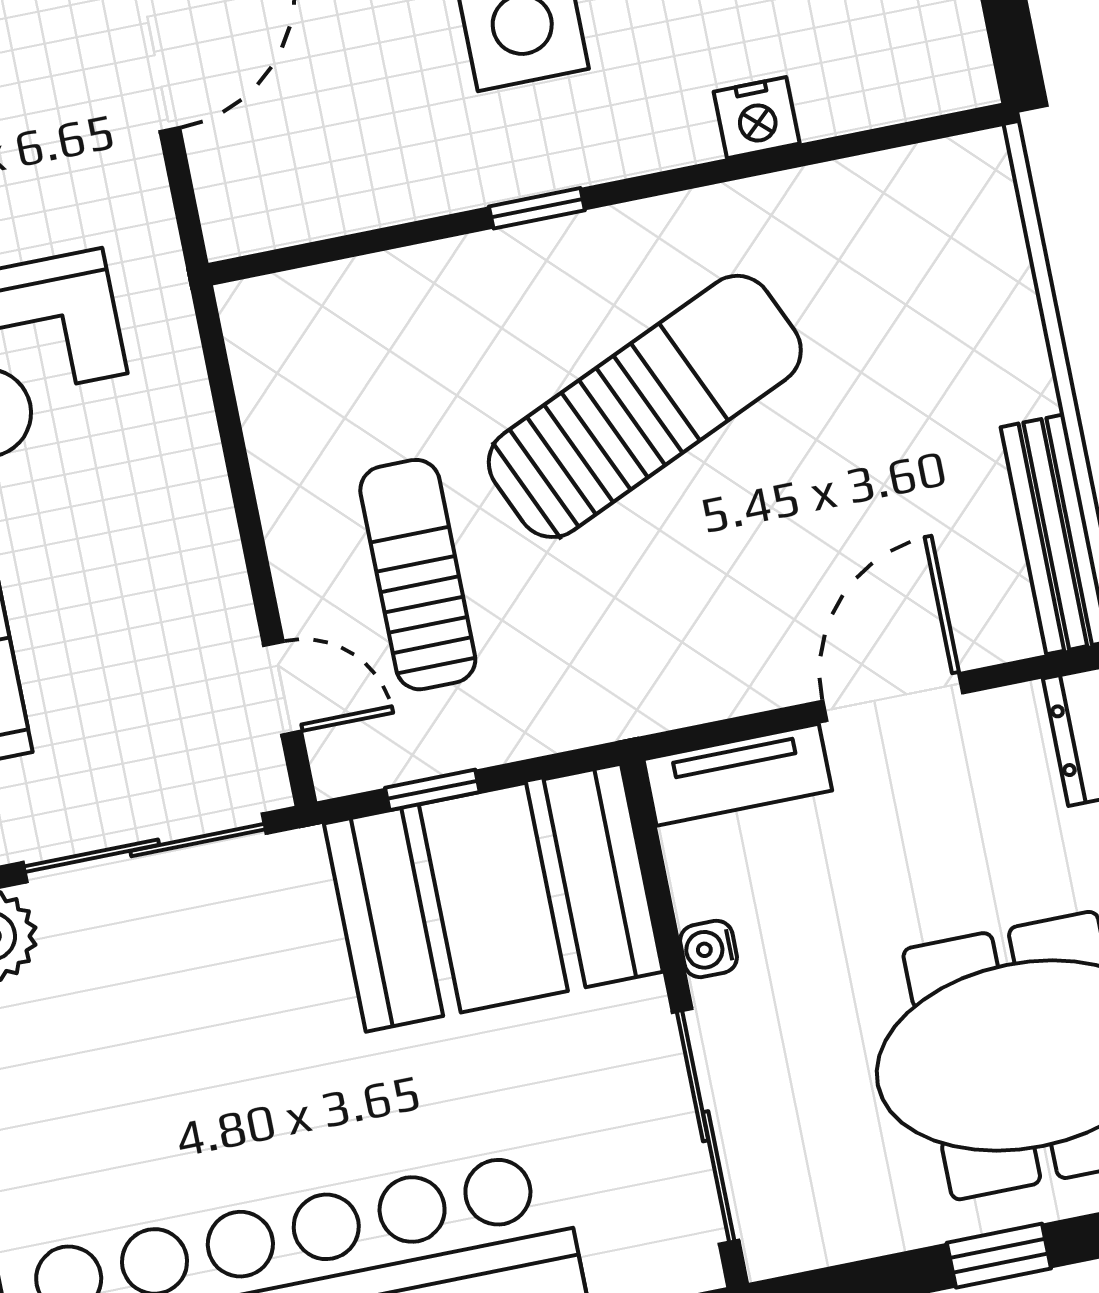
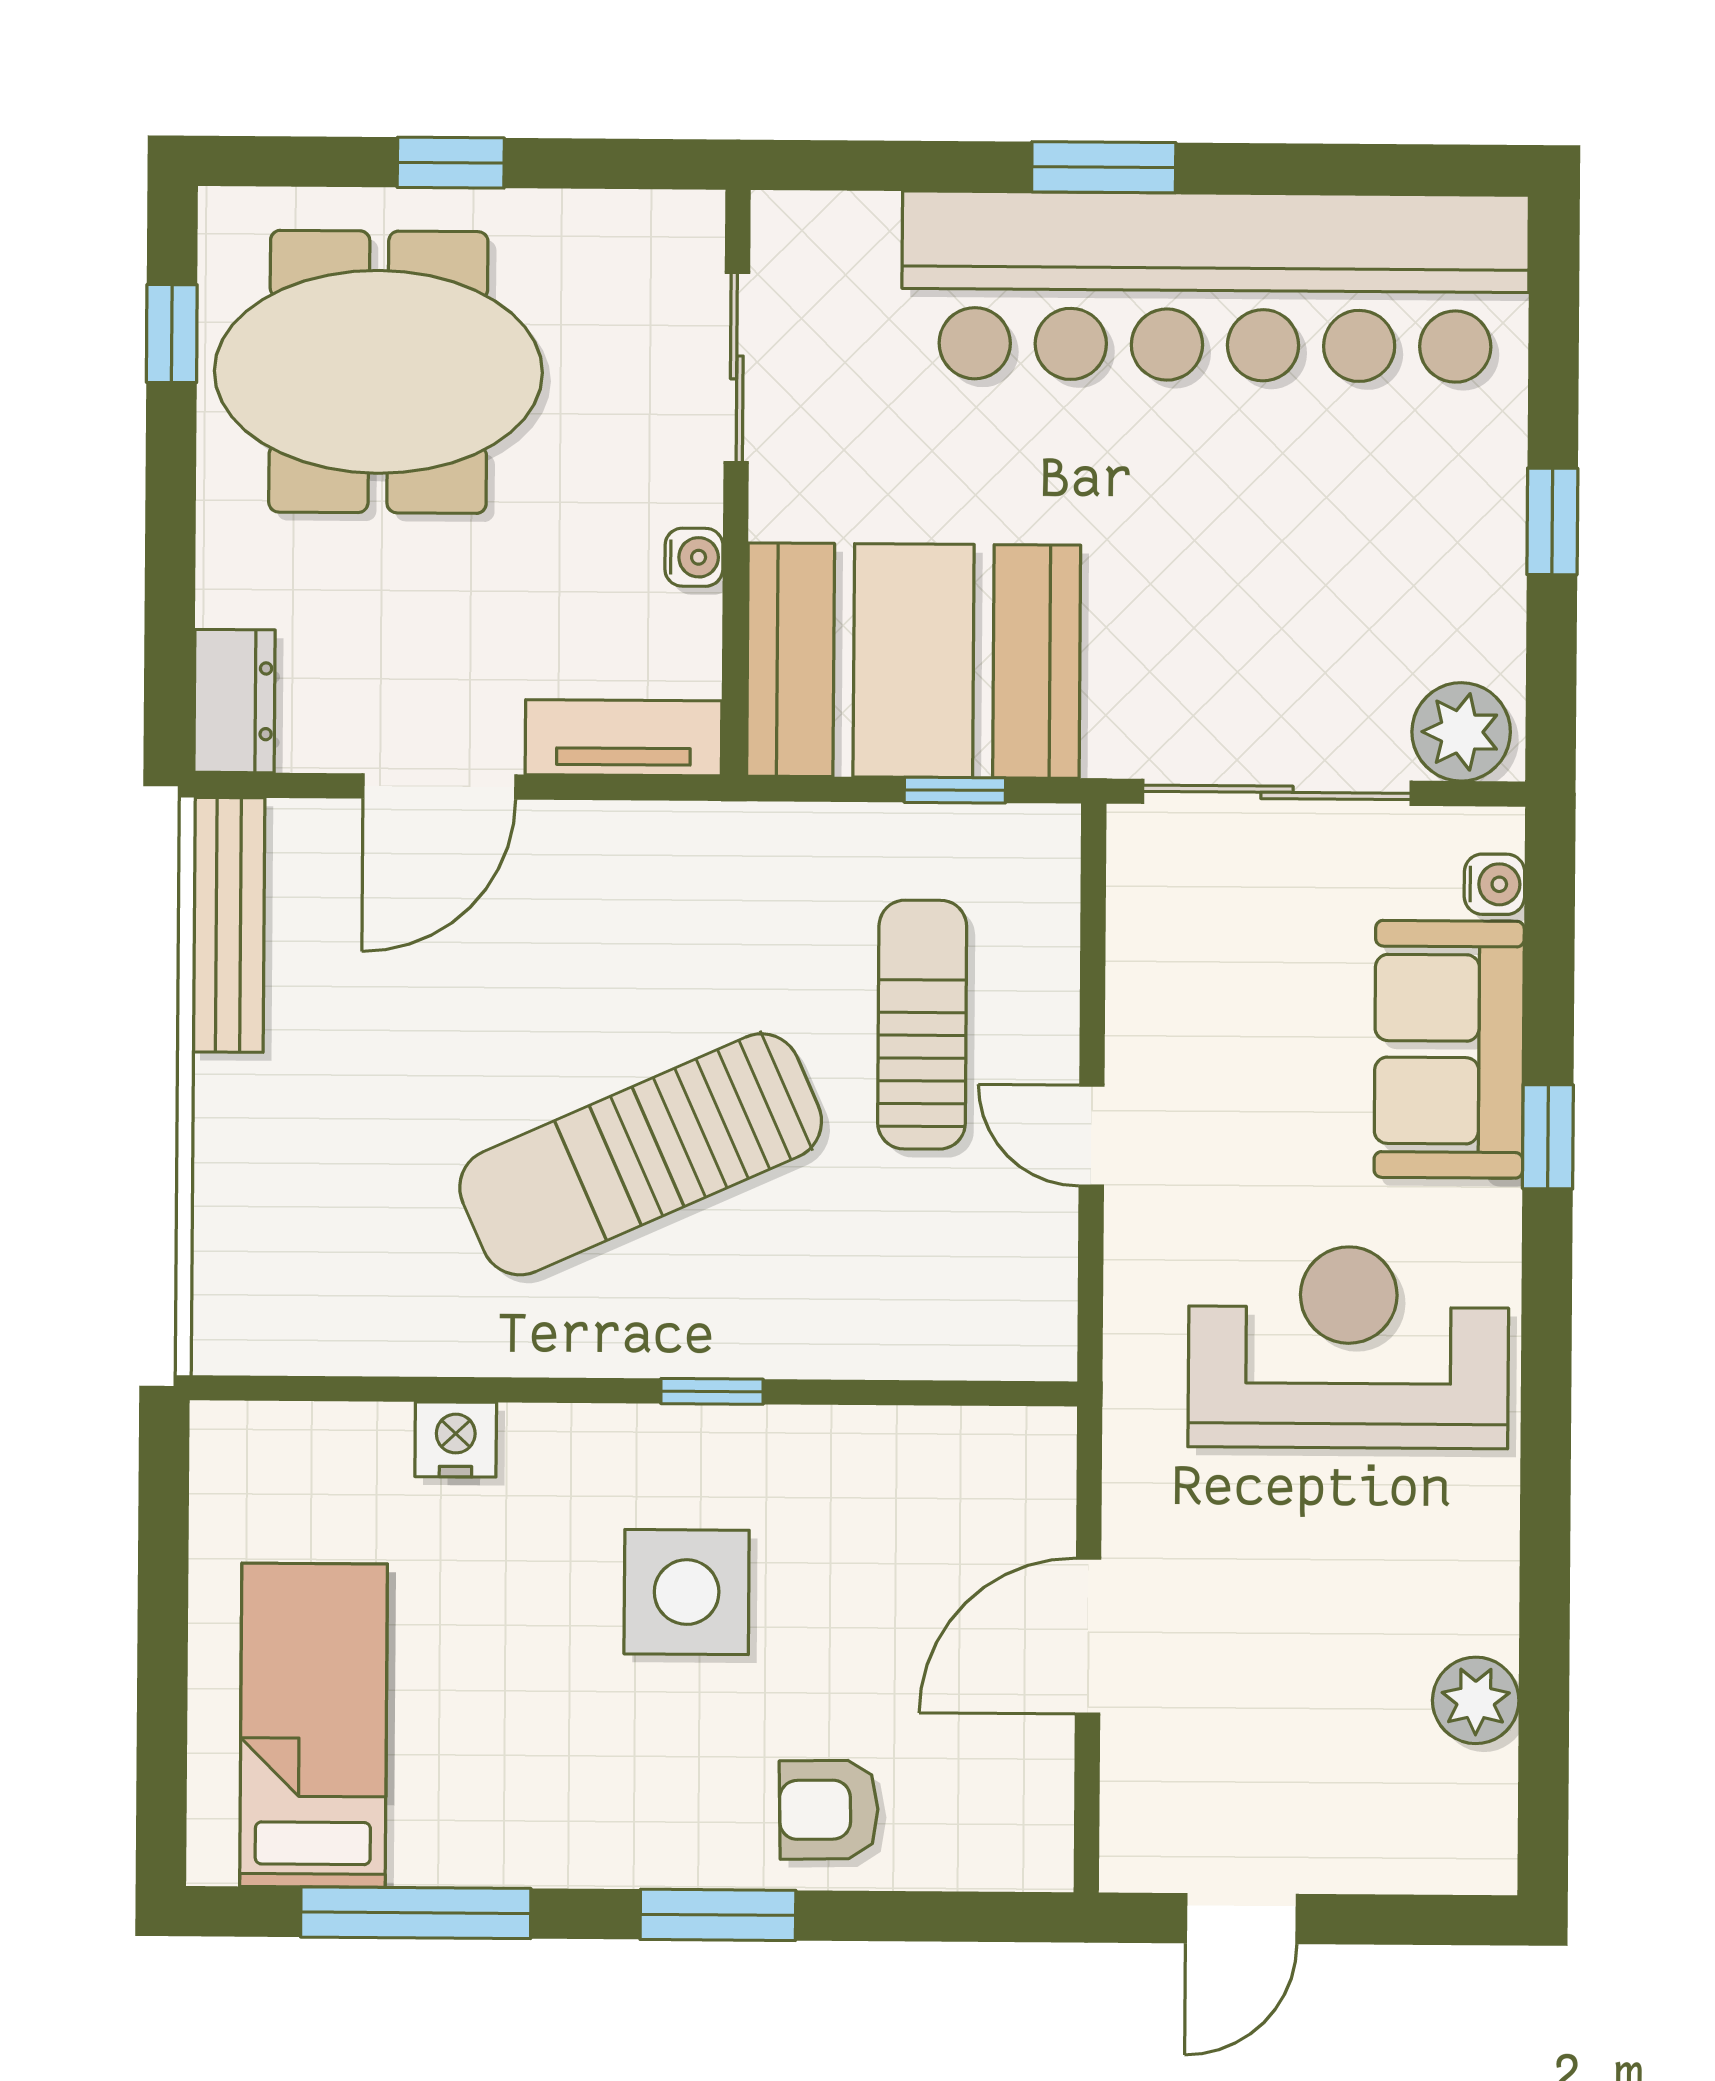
sun lounger: (418, 575) -> (922, 1025), turned 180
door: (283, 688) -> (1092, 1136), moved
sliding door: (706, 1126) -> (737, 367), width x0.73

